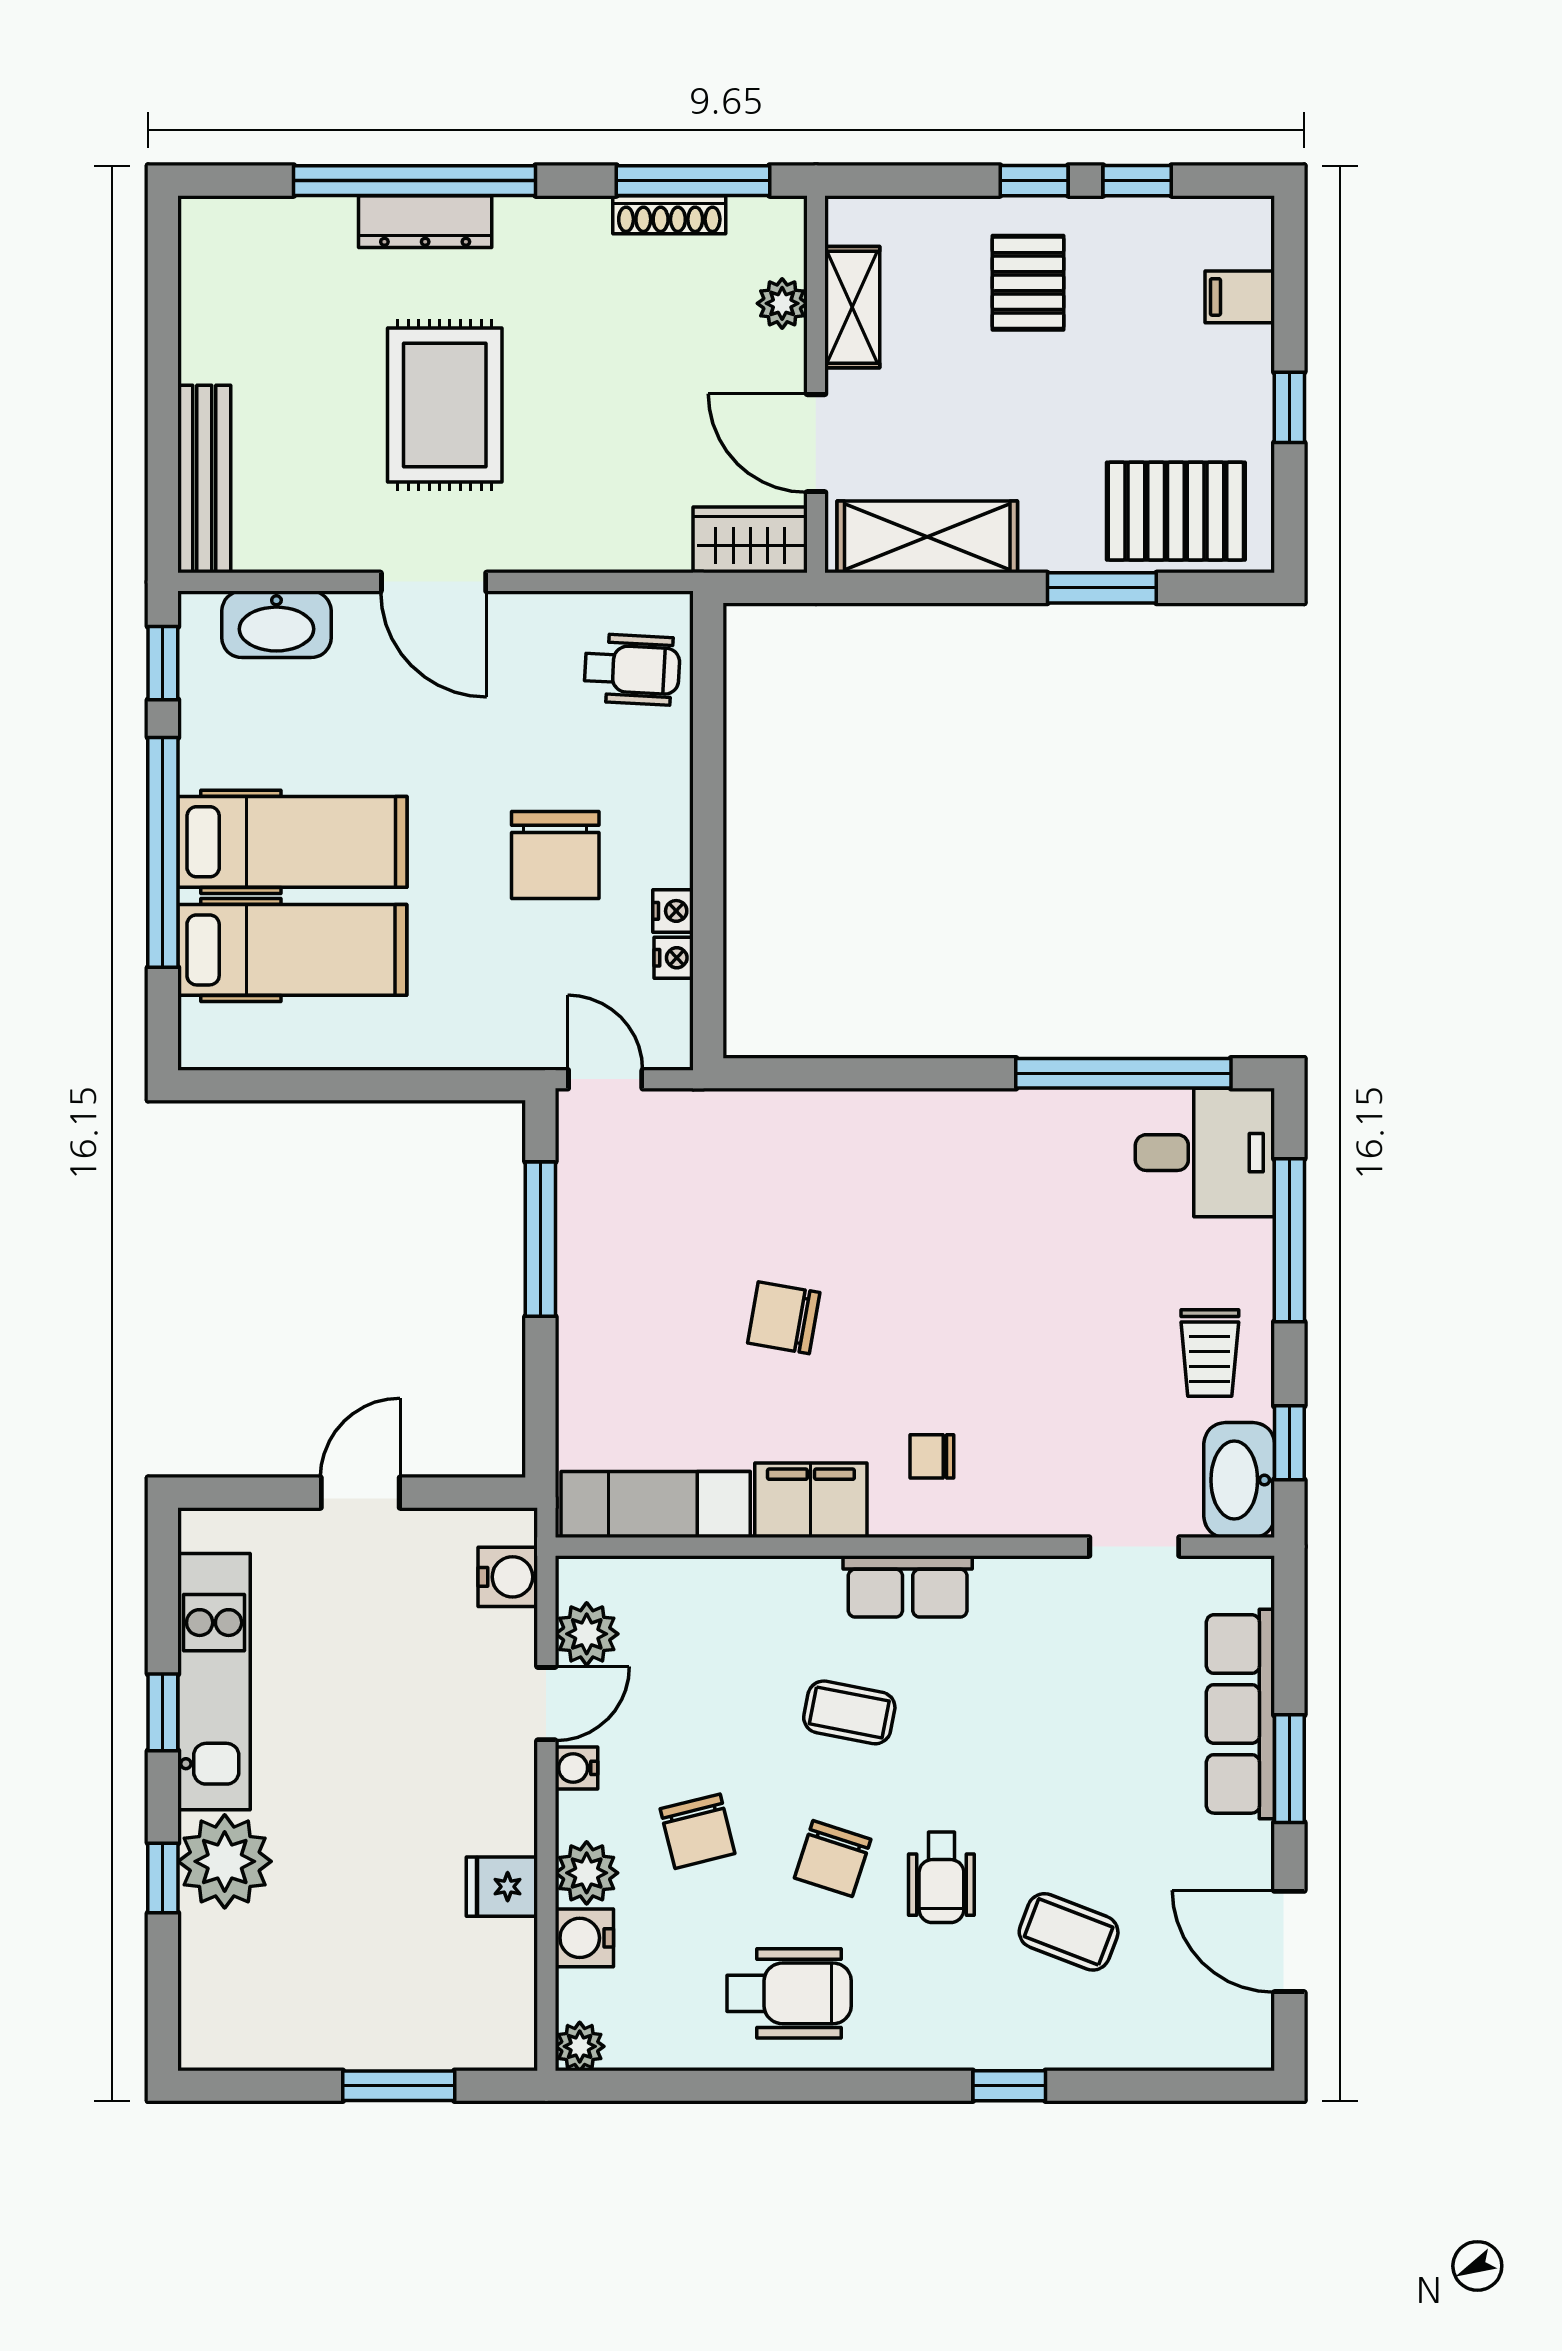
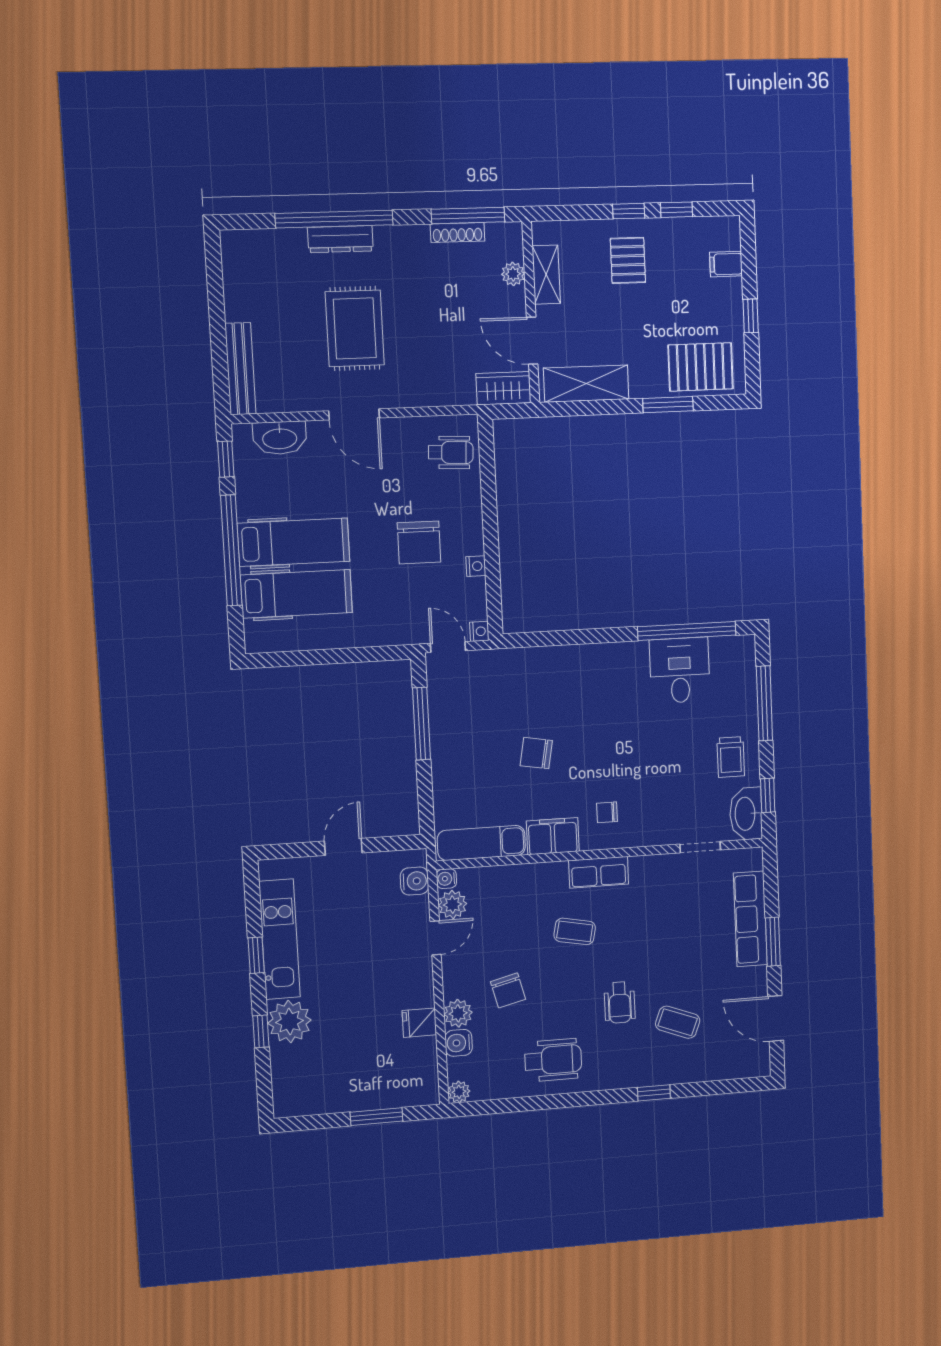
nightstand: (674, 958) -> (479, 631), moved
desk: (1205, 1153) -> (680, 670), moved, turned -90
water cooler: (576, 1768) -> (446, 879), moved
chair: (833, 1859) -> (570, 998), removed

